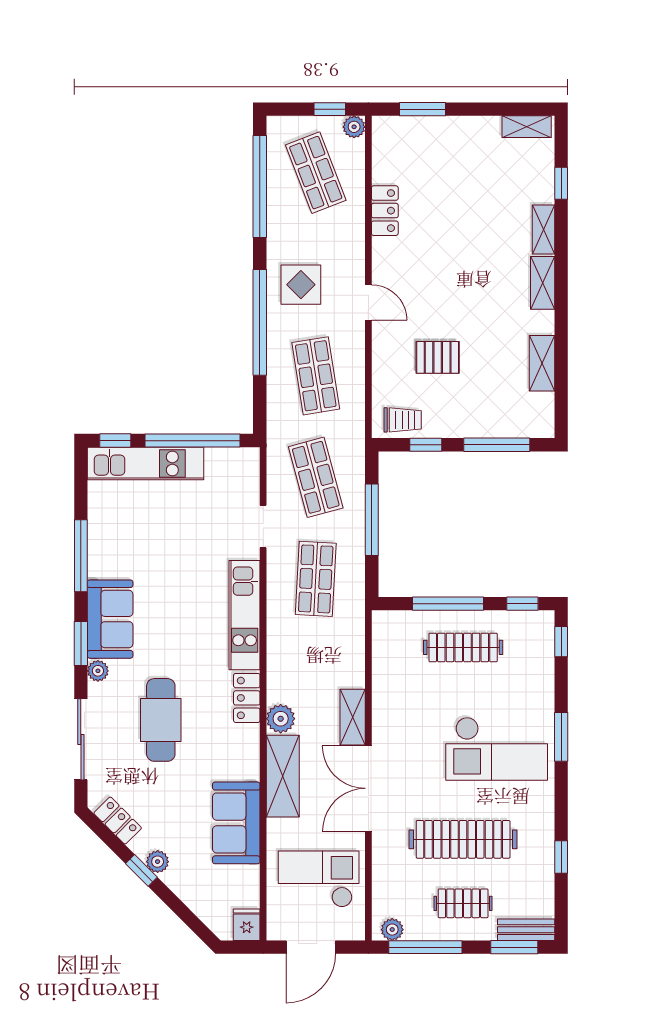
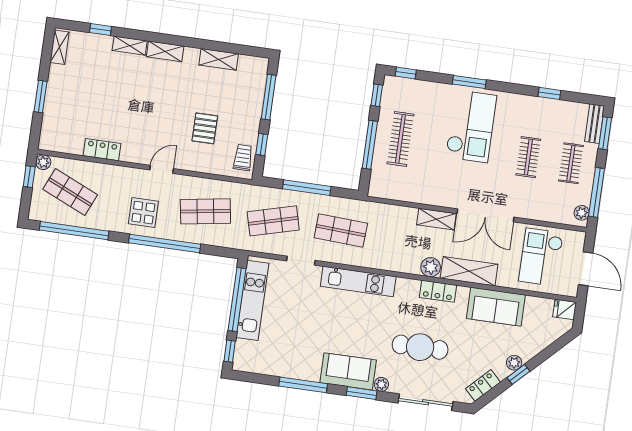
window: (422, 109) -> (41, 97), moved
shop shelf: (316, 173) -> (70, 192), turned 45
kitchen unit: (146, 463) -> (252, 300), moved
locker: (247, 698) -> (438, 291), moved
clothes rail: (463, 839) -> (528, 157), width x0.54, depth x0.76

